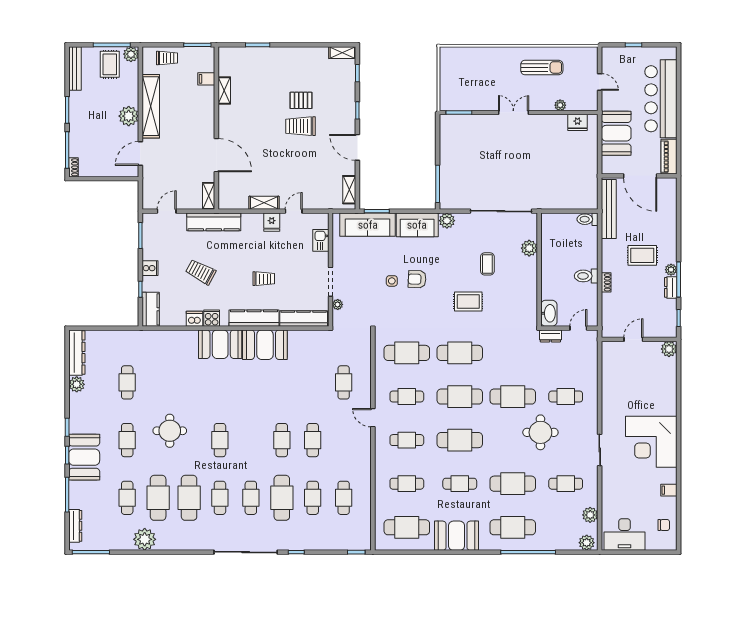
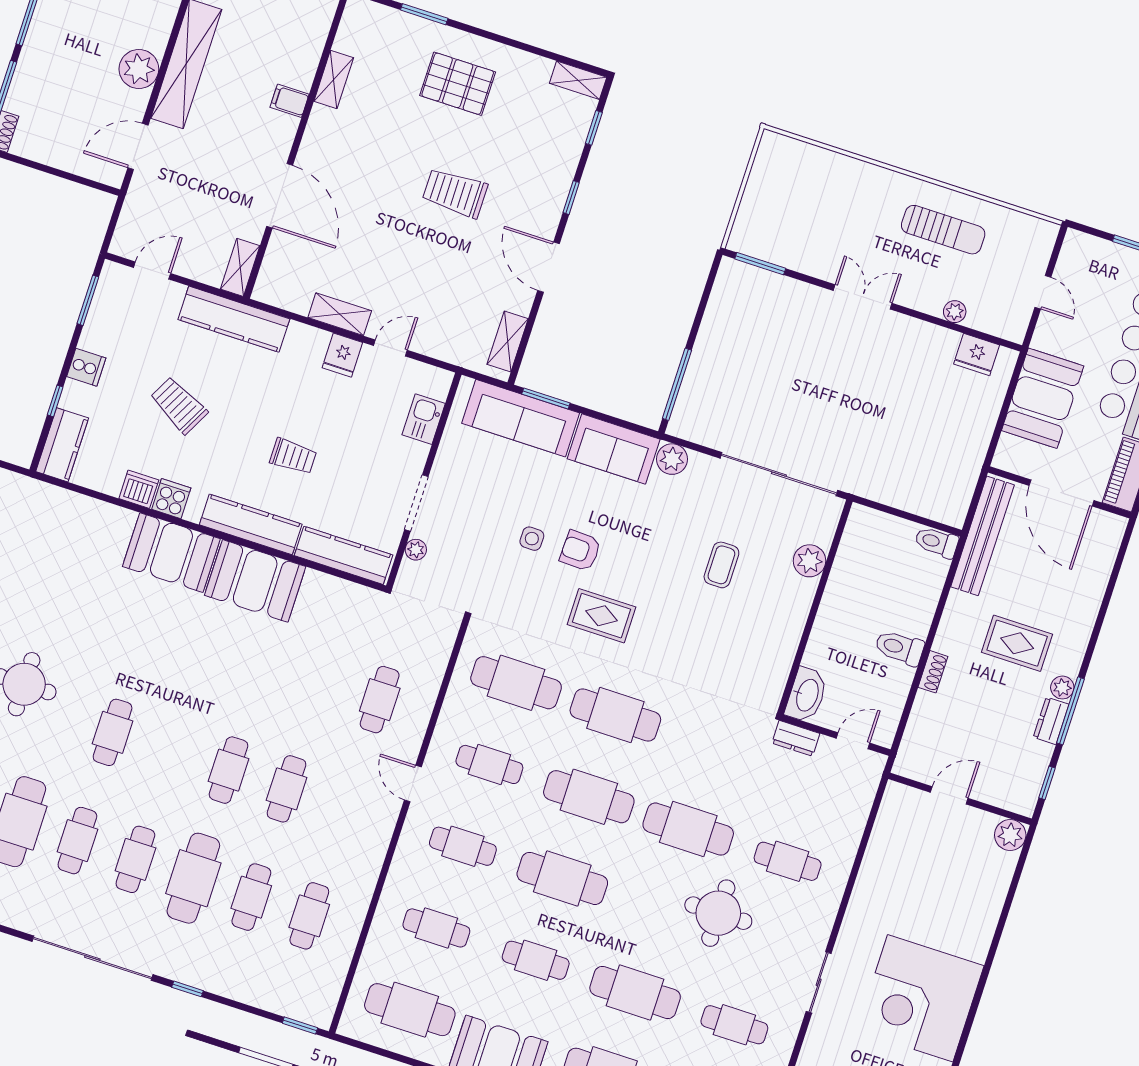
filing cabinet: (206, 79) -> (290, 101), moved
pallet: (301, 100) -> (458, 84), moved, width x1.50, depth x1.42
rug: (468, 301) -> (601, 616), moved

